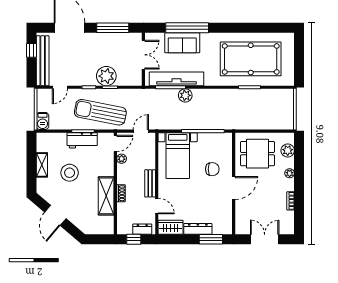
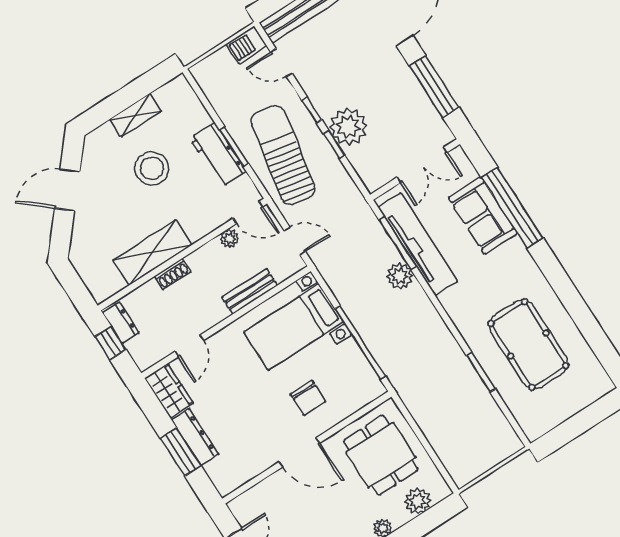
pool table: (251, 59) -> (528, 344), width x0.73, depth x0.76
barbecue: (43, 121) -> (246, 45), moved
bench: (150, 183) -> (250, 291), moved
dresser: (142, 229) -> (121, 323), moved
window: (211, 239) -> (181, 452), moved

